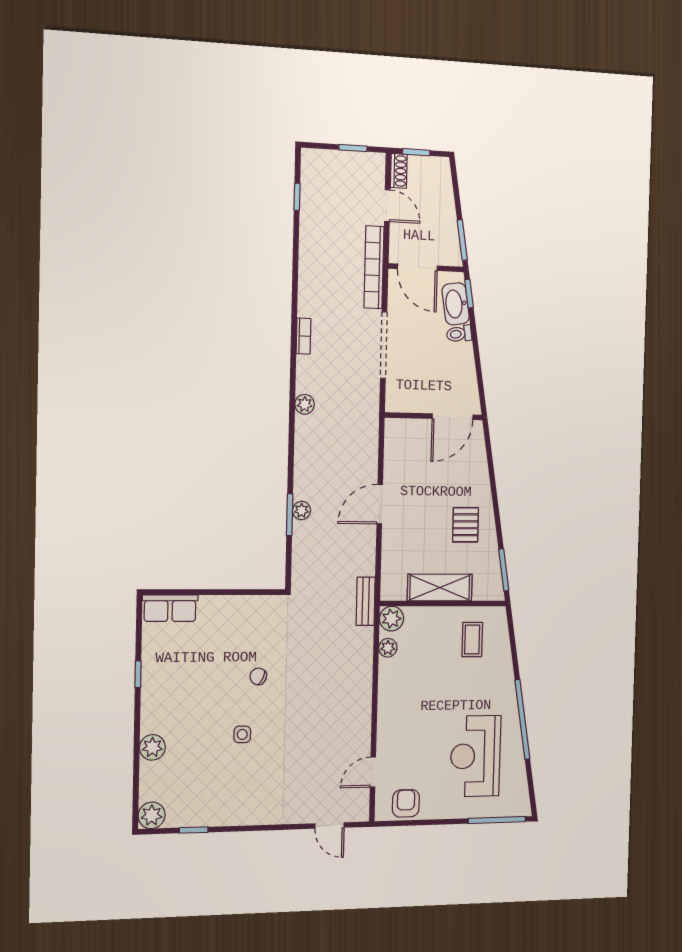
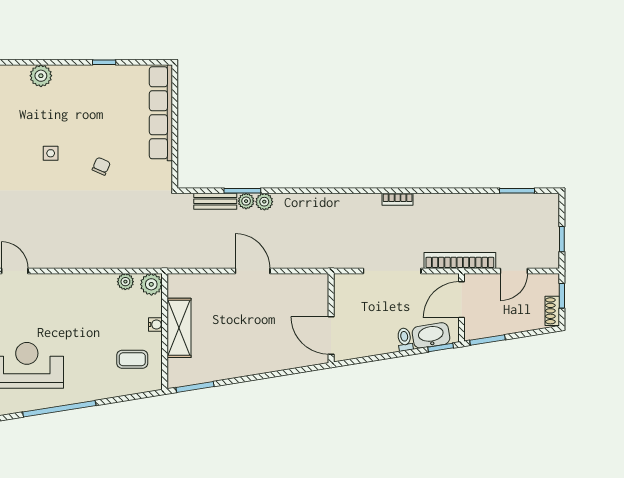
shoe rack: (399, 171) -> (552, 311), moved, turned 90
window: (297, 197) -> (517, 191), width x1.50
plant: (305, 404) -> (264, 202), moved
pallet: (466, 525) -> (235, 350), removed
bench: (366, 601) -> (215, 201), moved
row of seats: (170, 608) -> (161, 113), width x2.02
water cooler: (435, 614) -> (155, 324), added

